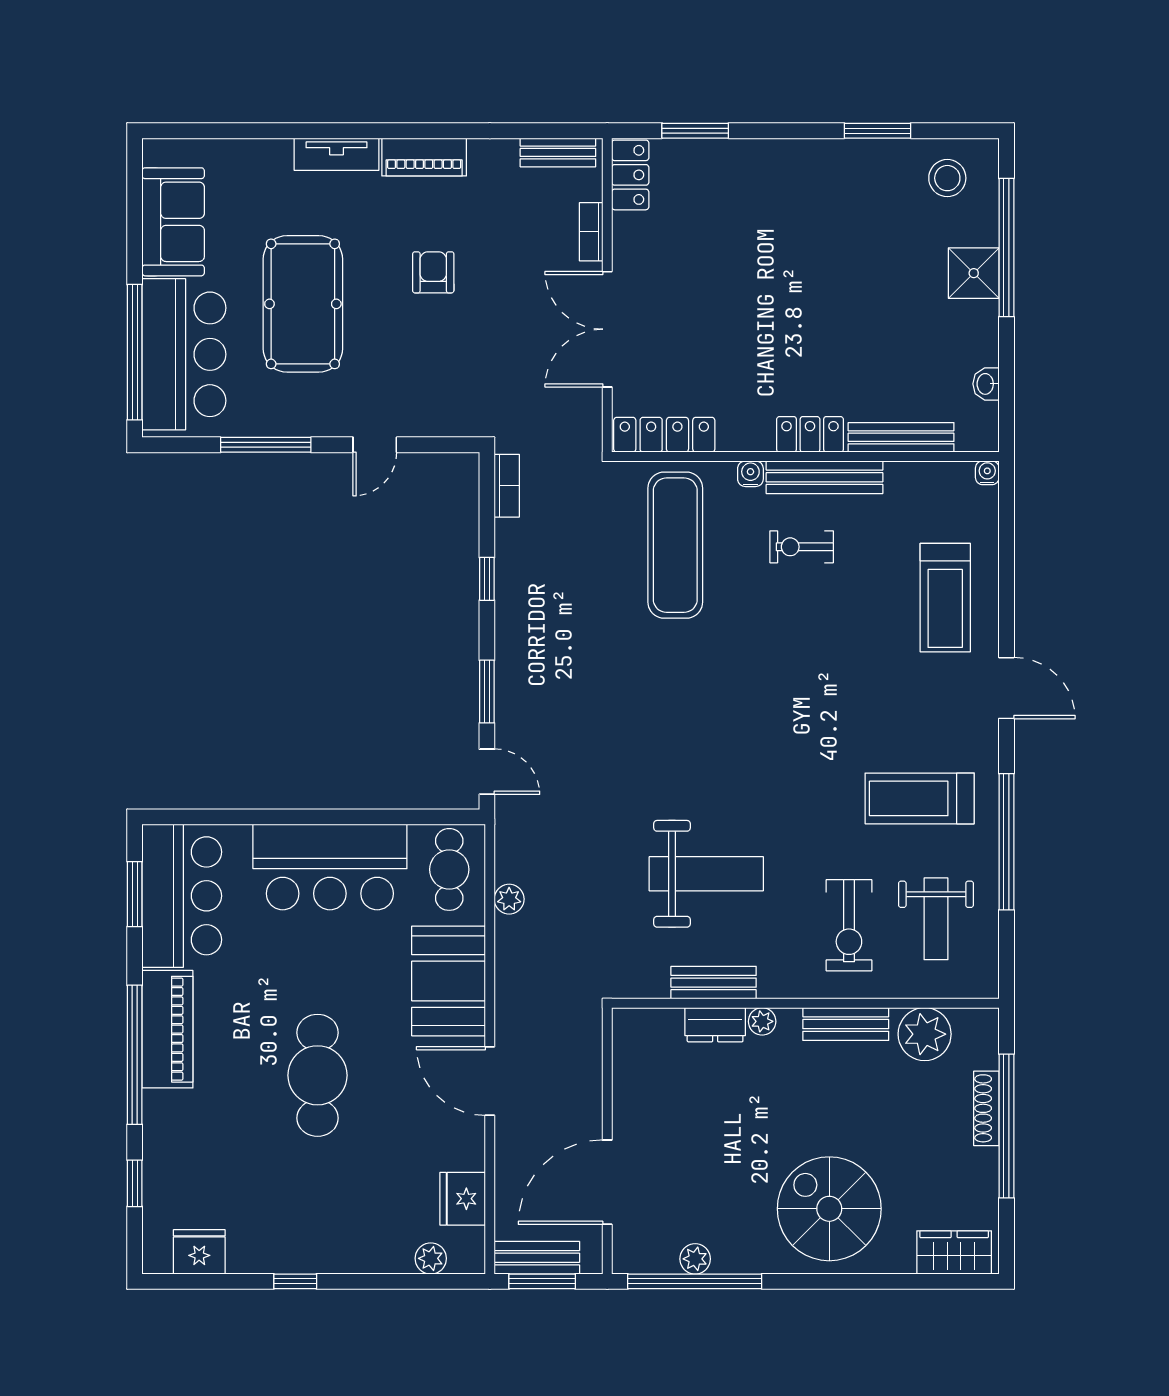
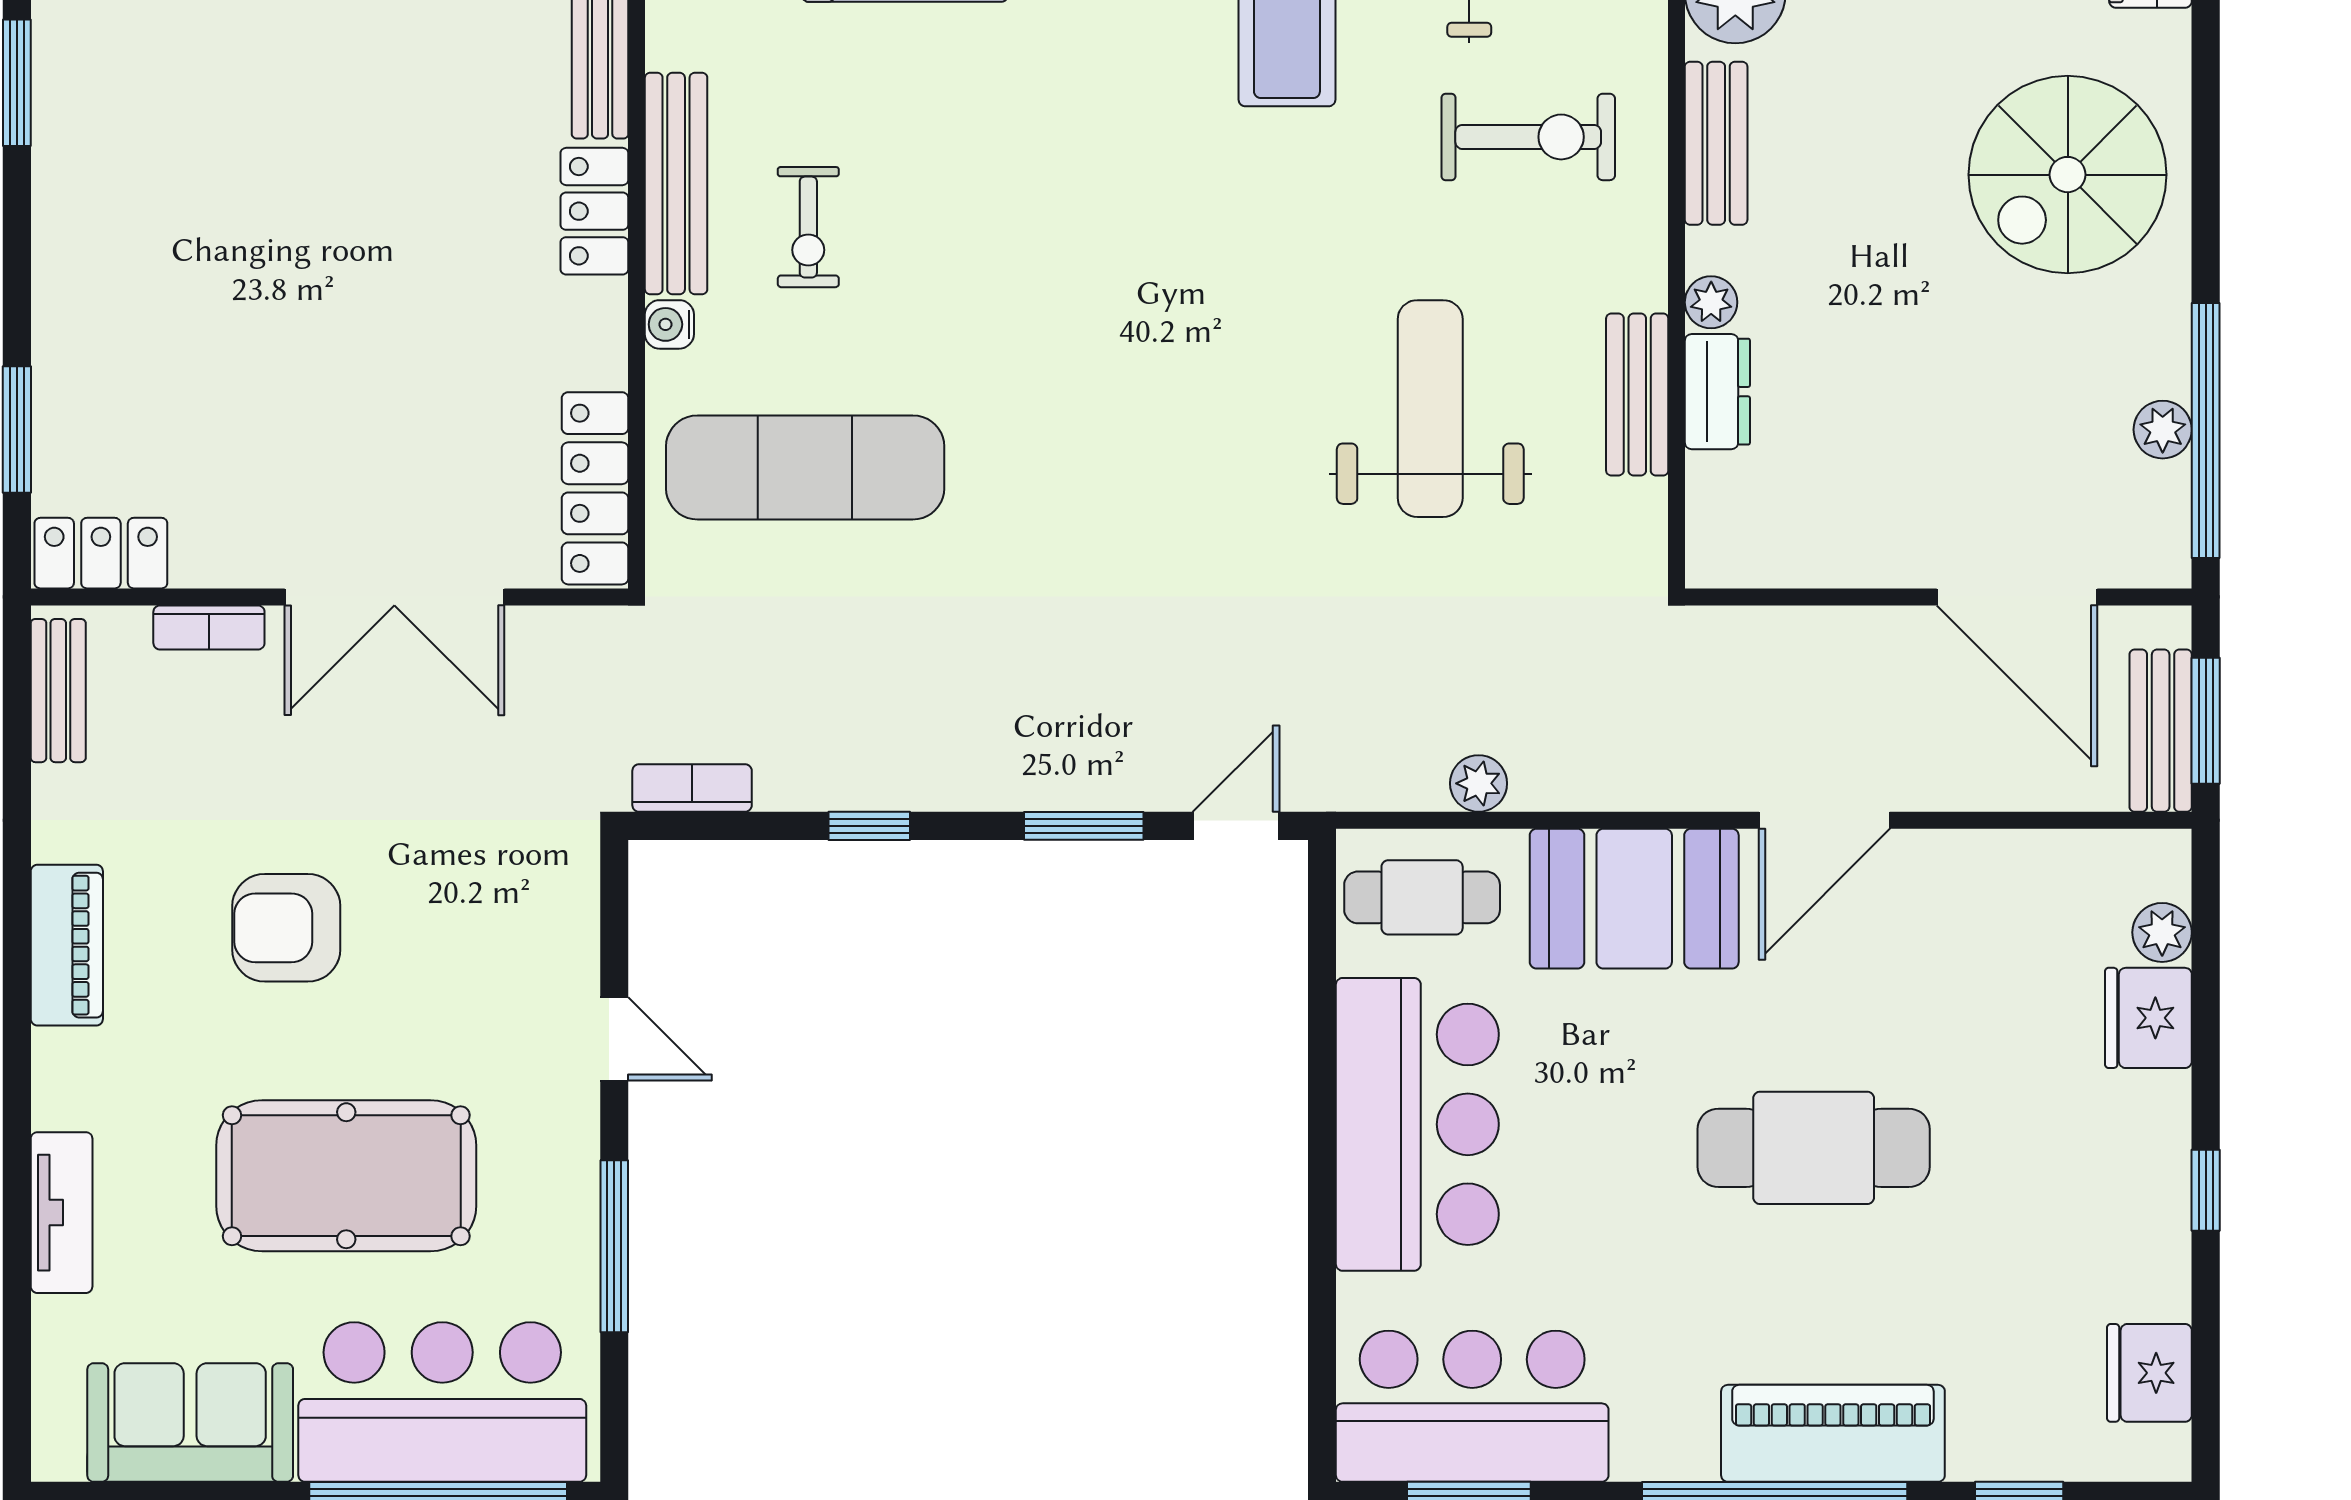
tv unit: (337, 154) -> (62, 1213), moved
armchair: (433, 272) -> (286, 928), width x1.38, depth x1.38
piano: (167, 1029) -> (1833, 1433), moved
fridge: (463, 1199) -> (2148, 1018), moved, turned 90

